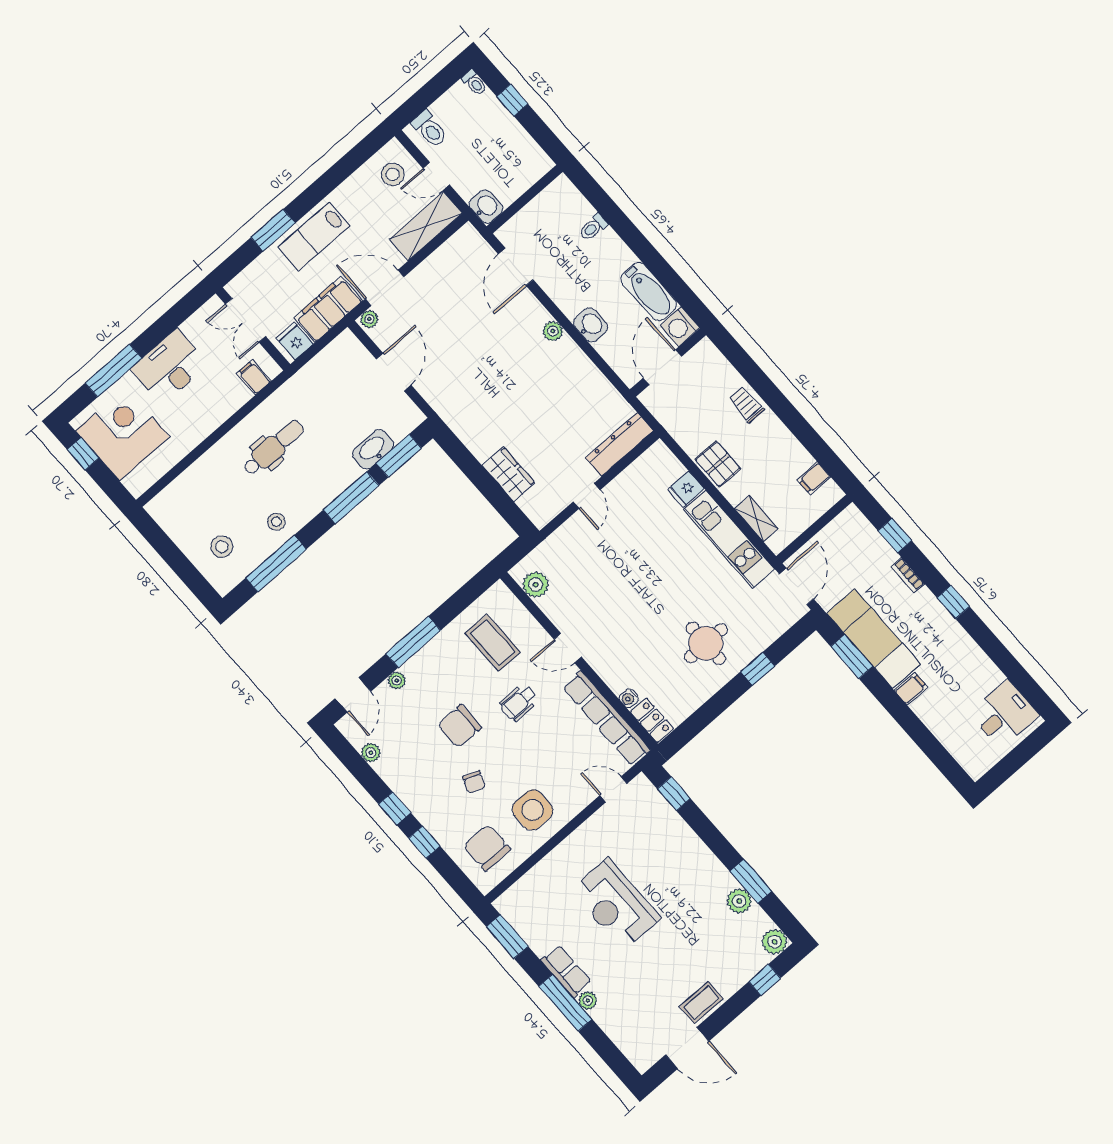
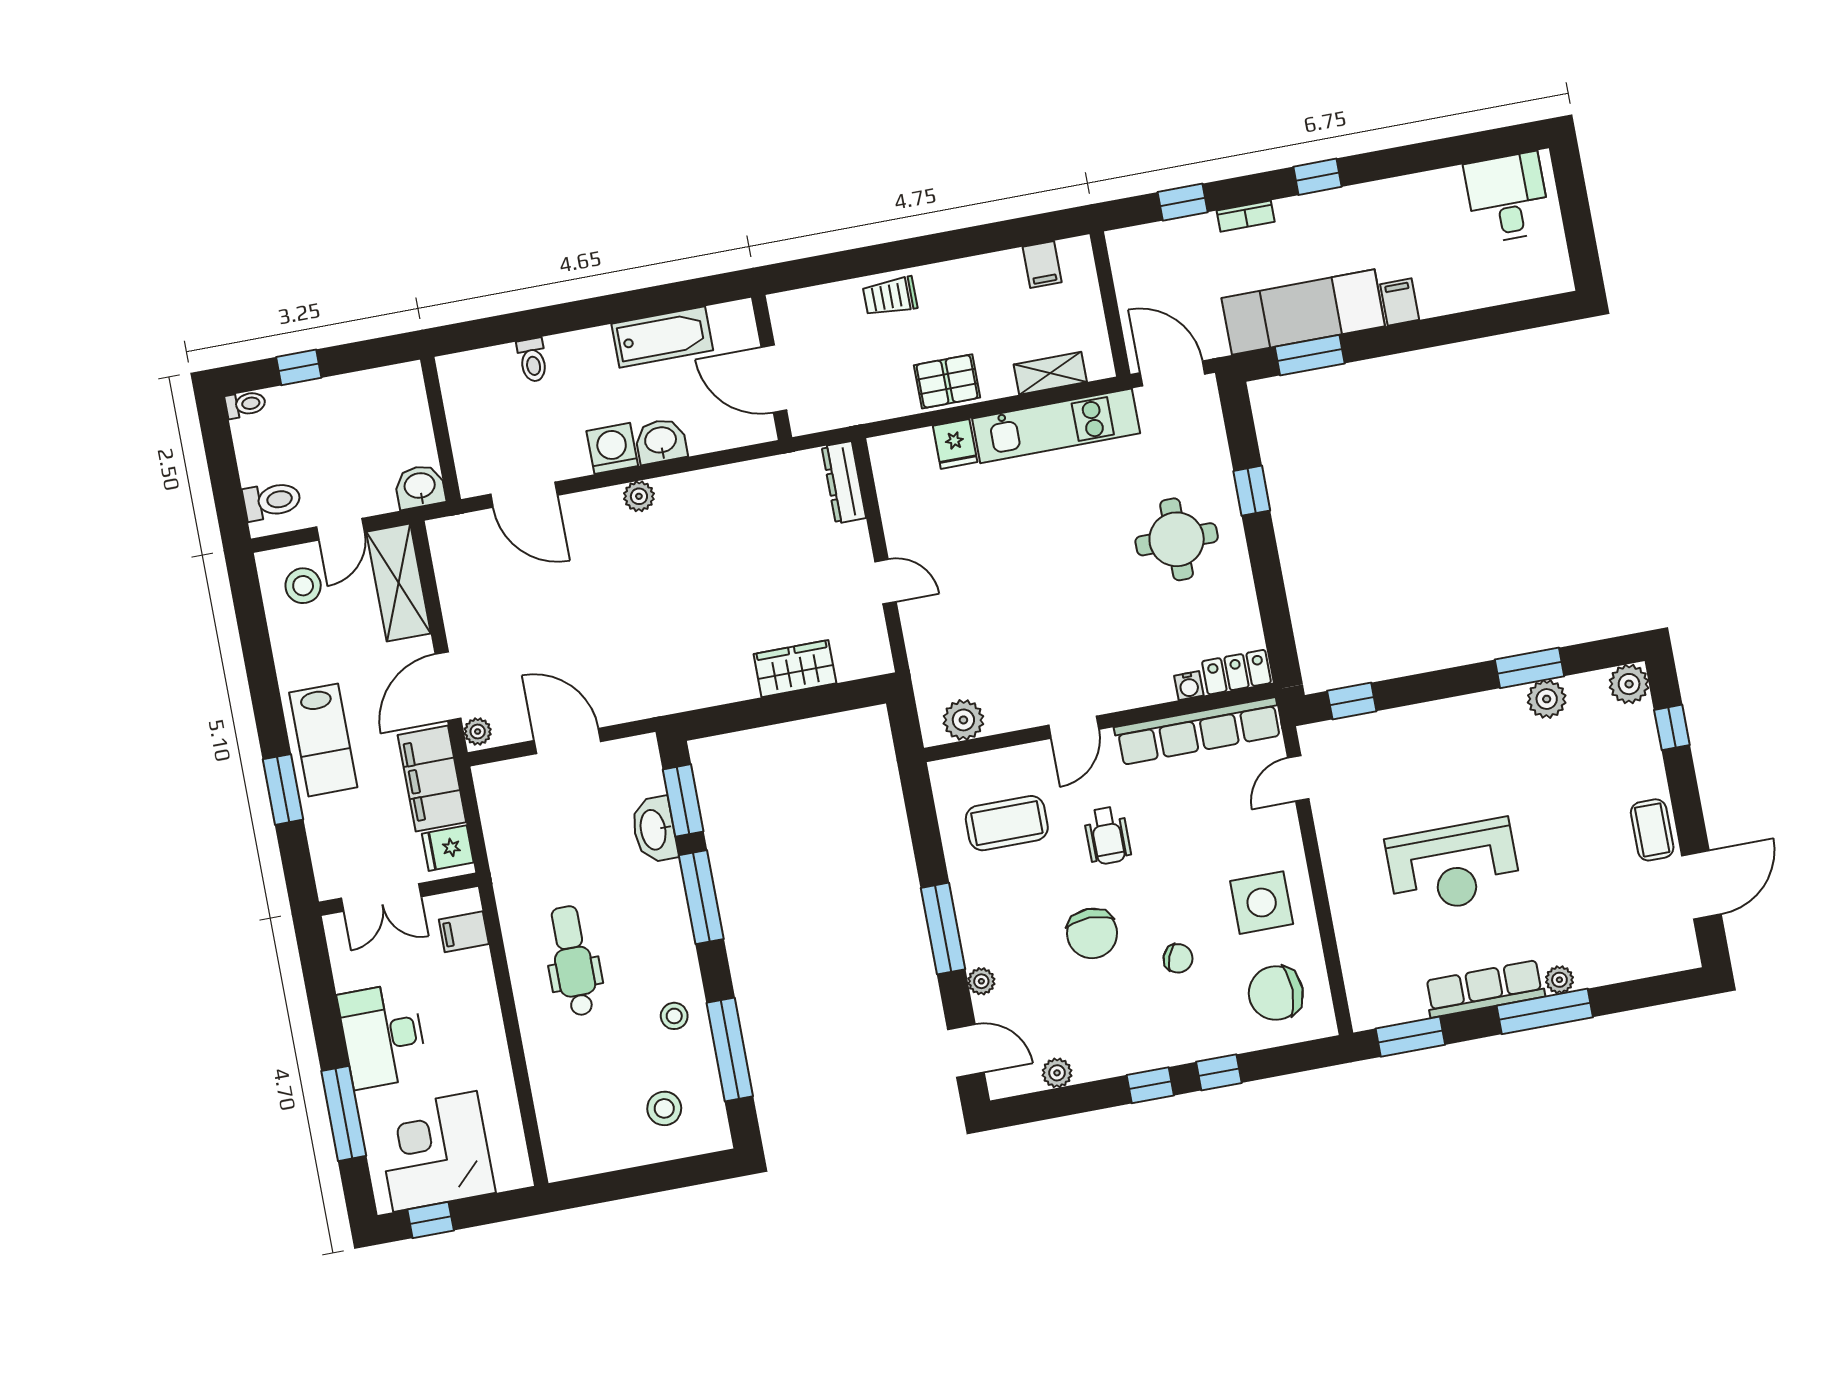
washing machine: (680, 327) -> (612, 448), moved, turned 180
dresser: (619, 444) -> (844, 482), width x0.73, depth x0.80
row of seats: (566, 971) -> (1485, 989), width x1.48

